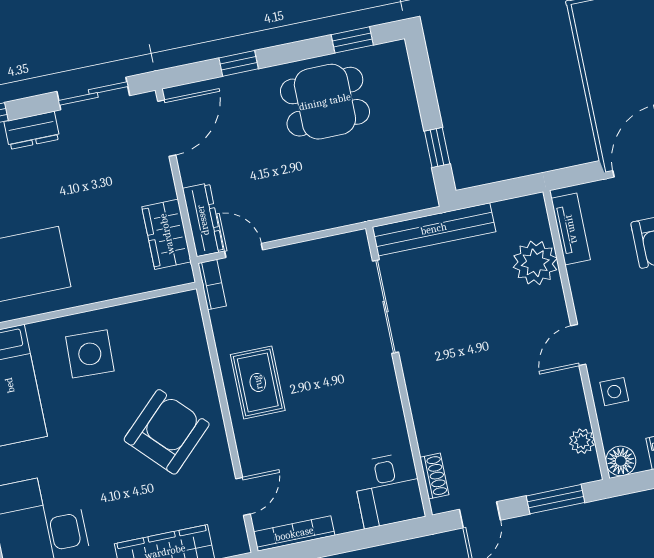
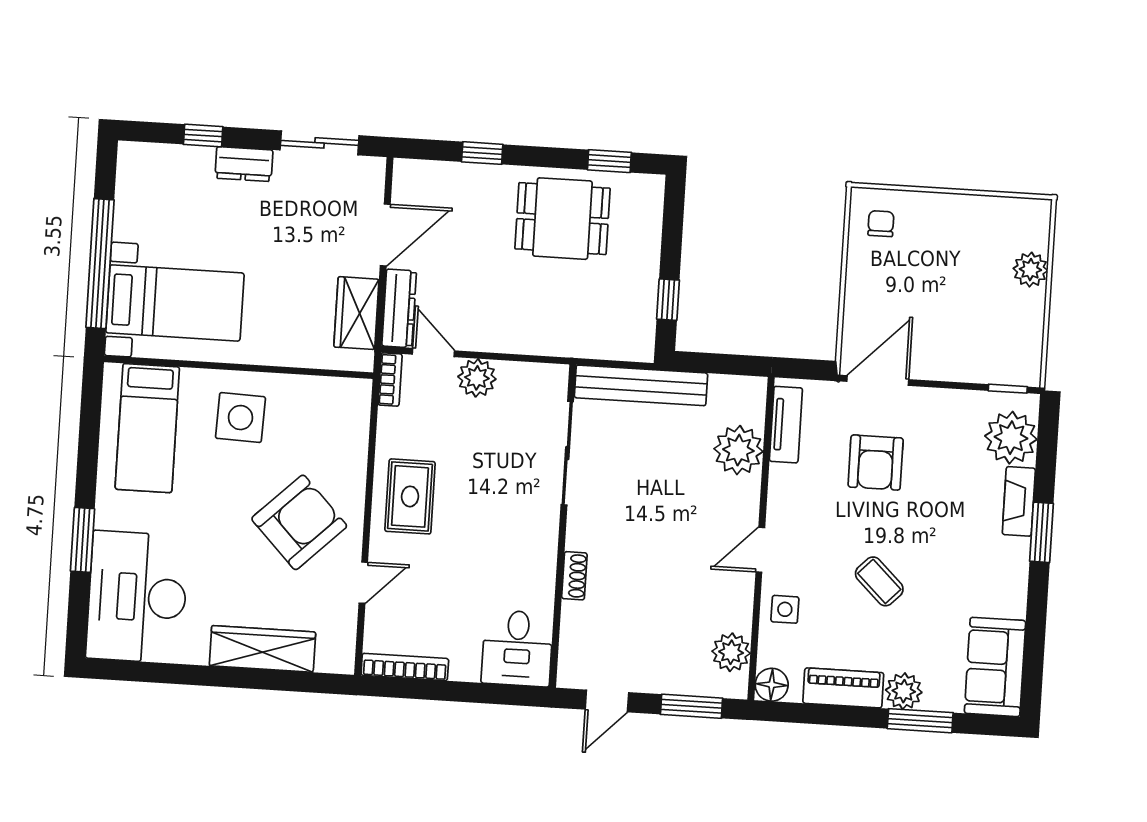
chair: (606, 30) -> (881, 224), added
door: (167, 128) -> (385, 235), moved
plant: (288, 262) -> (477, 378), added
plant: (582, 441) -> (731, 652), width x1.38, depth x1.38
shoe rack: (434, 476) -> (574, 576), moved
door: (243, 496) -> (363, 583), moved

